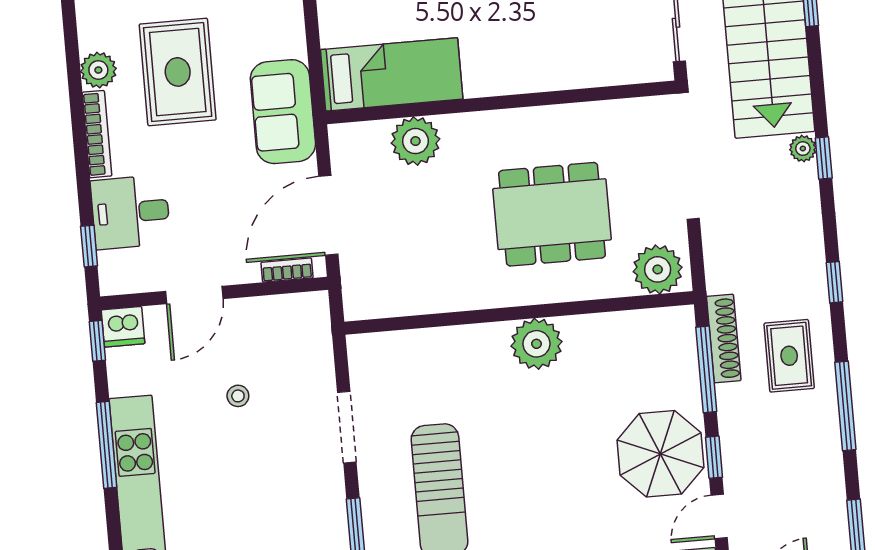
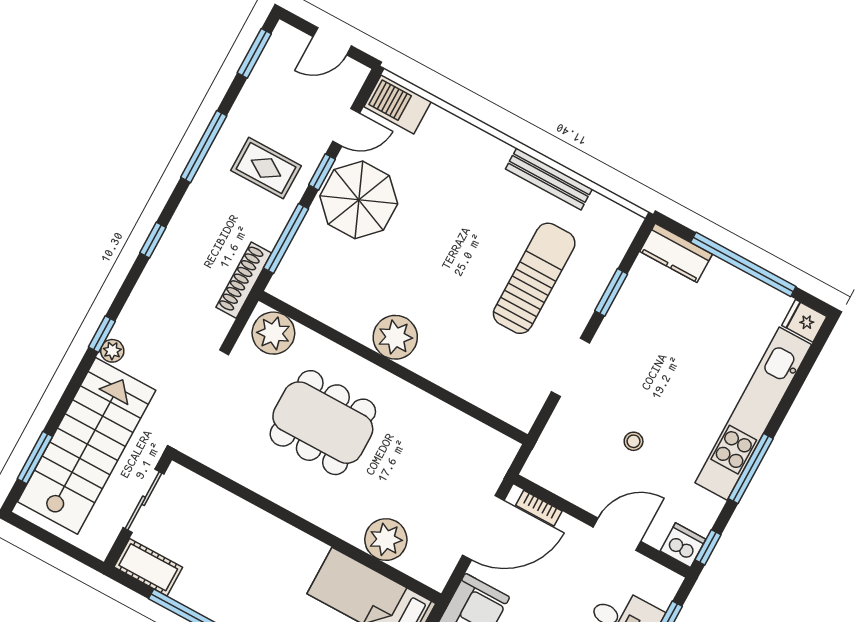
shoe rack: (724, 338) -> (244, 280), moved
rug: (789, 356) -> (266, 168), moved, turned 90

